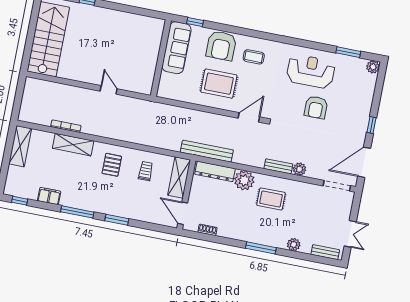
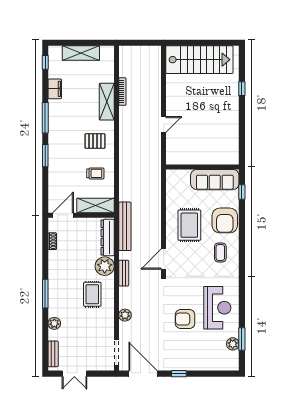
armchair: (221, 46) -> (225, 220), turned -90
plant: (373, 67) -> (233, 344), moved
door: (249, 117) -> (164, 259), swing flipped
shelving: (20, 146) -> (81, 53), moved
bench: (278, 166) -> (124, 273), moved

